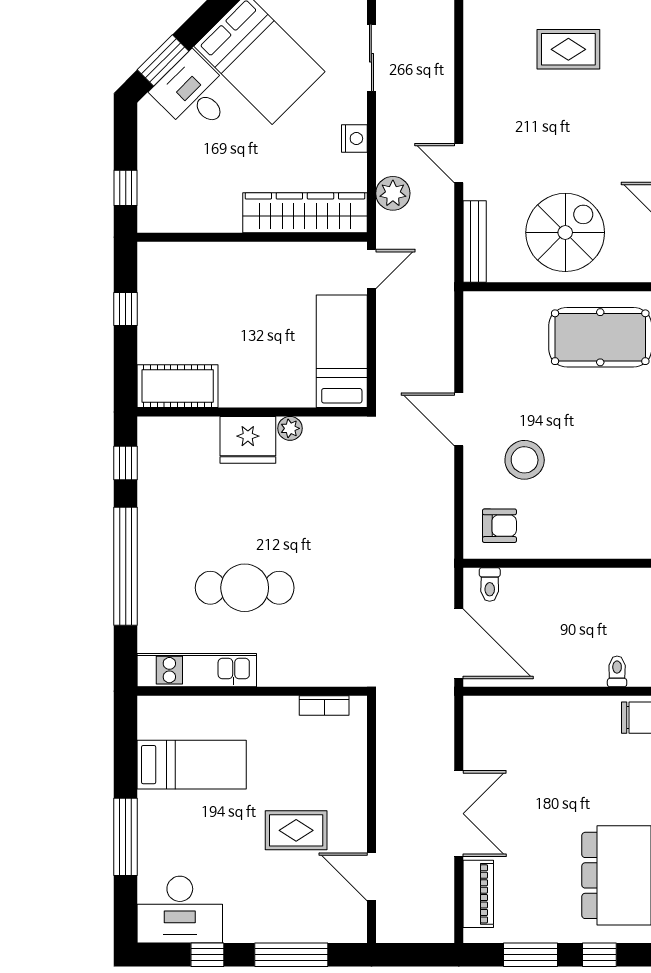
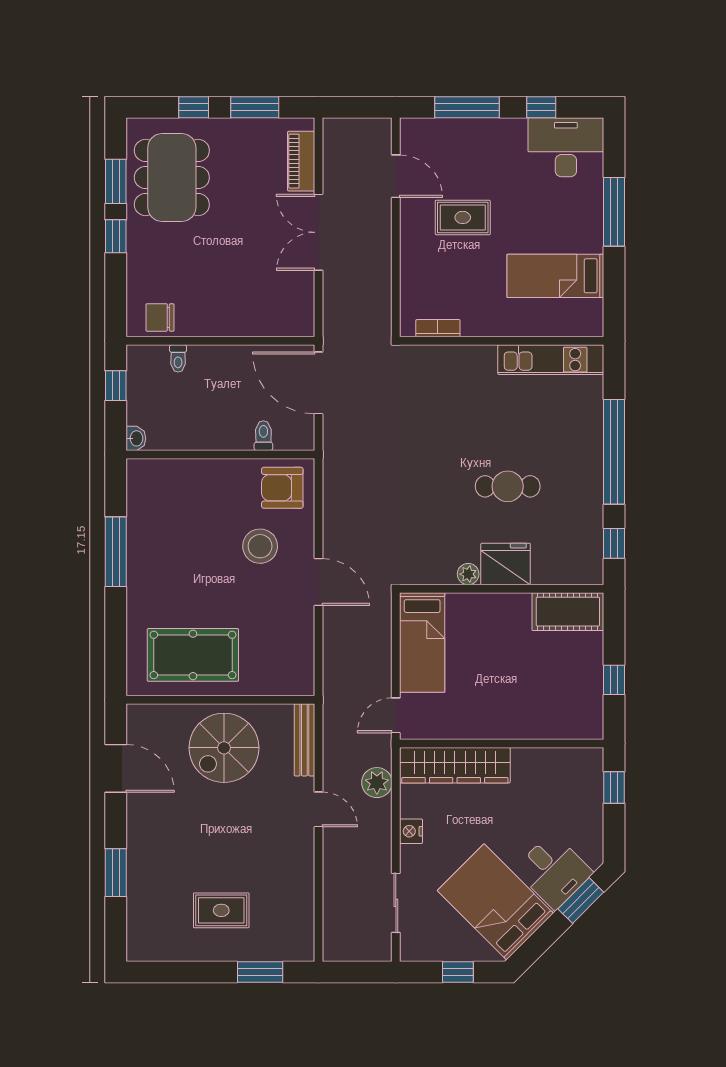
armchair: (499, 526) -> (282, 488), width x1.38, depth x1.38
toilet: (490, 585) -> (263, 436), moved
cafe table: (245, 588) -> (508, 486), moved, width x0.73, depth x0.74

